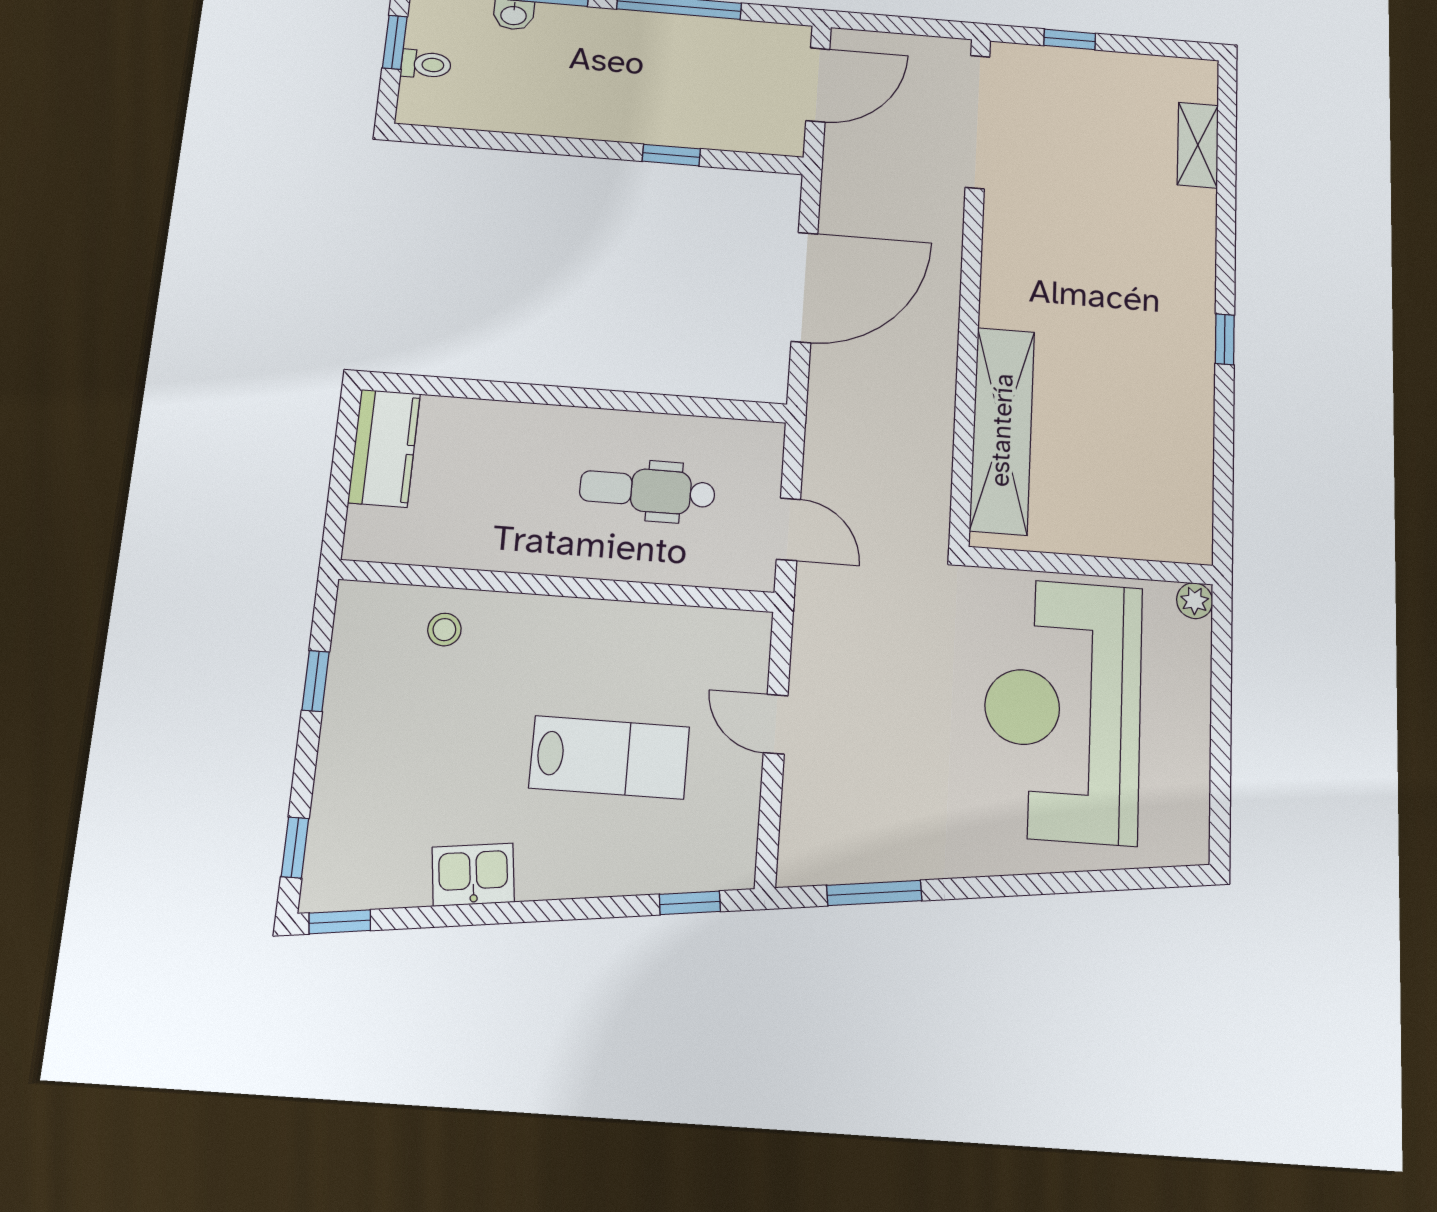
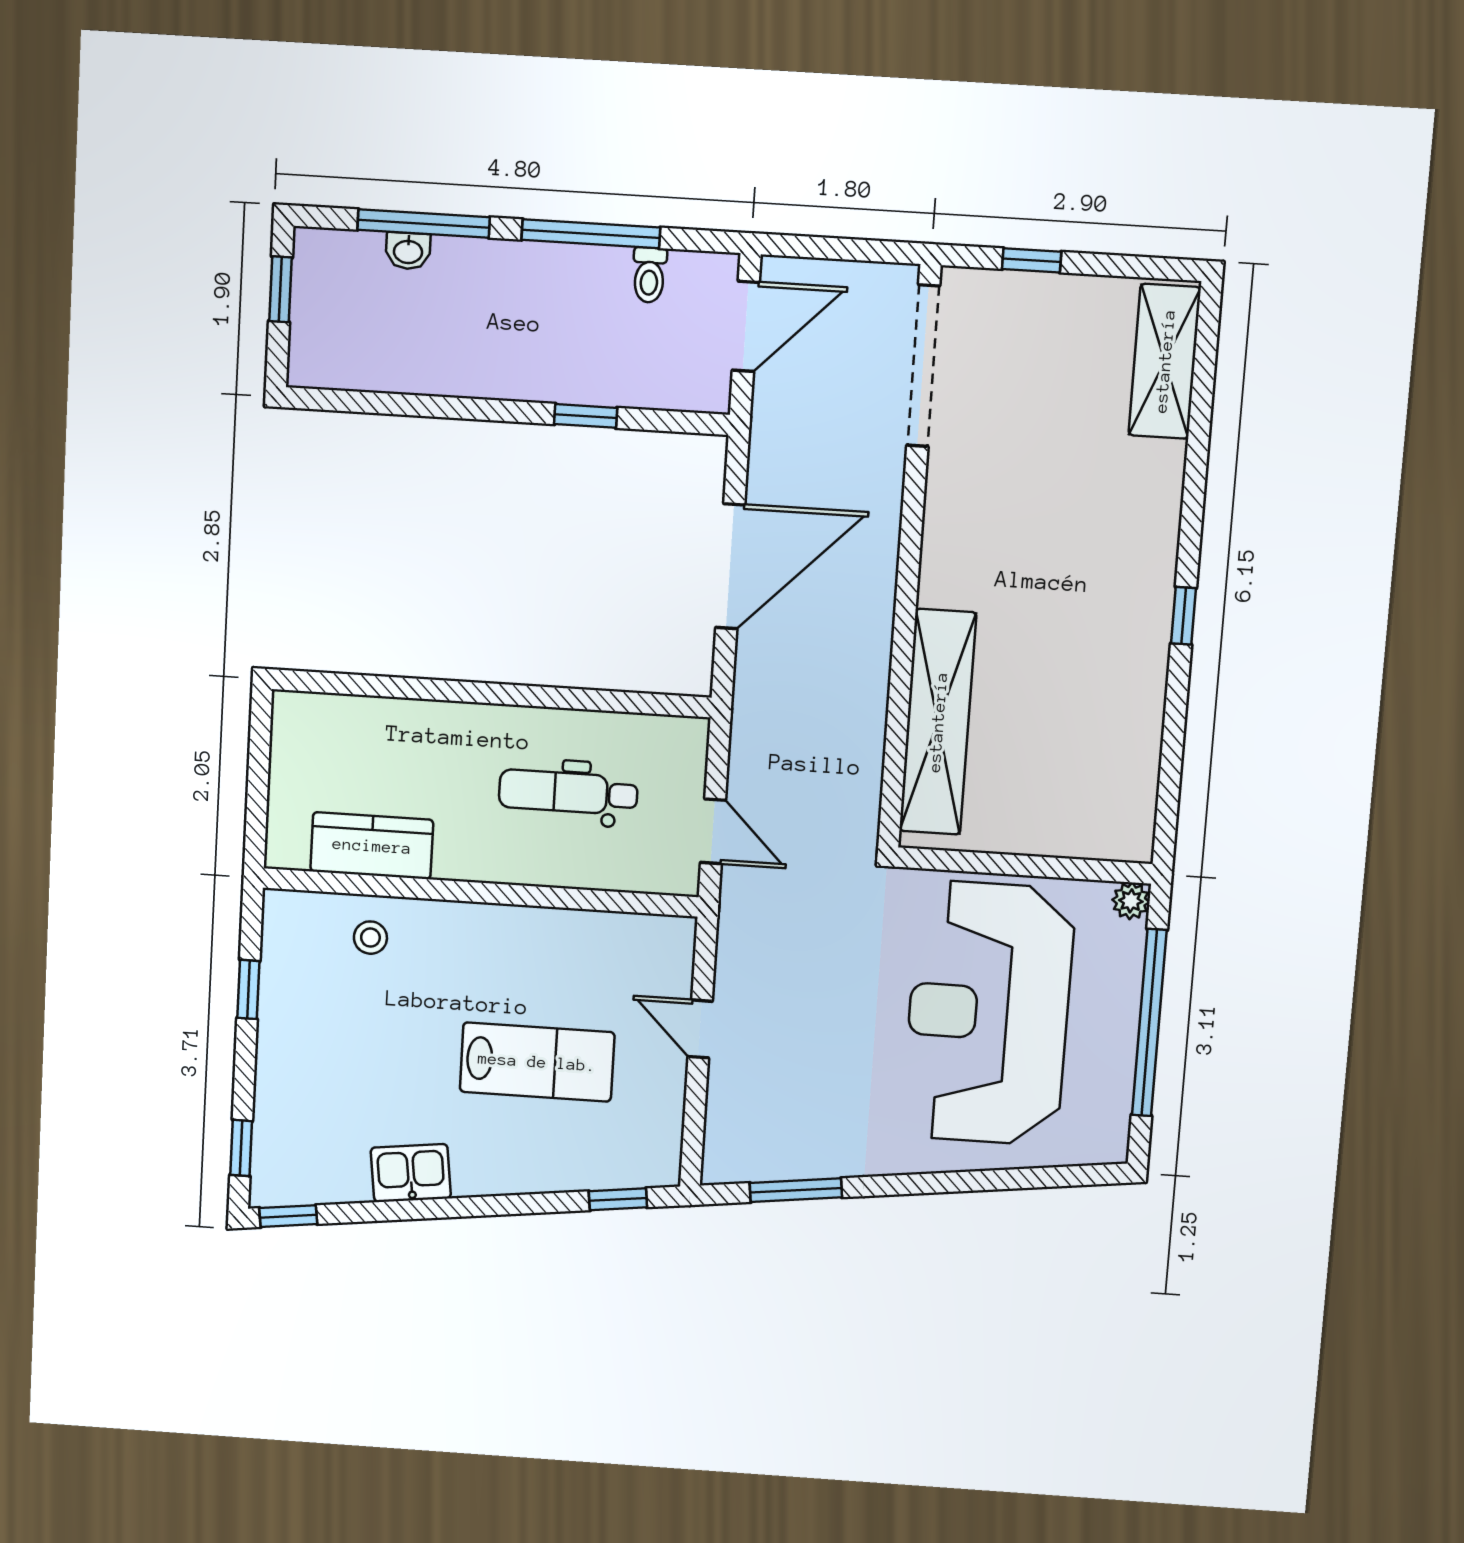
toilet: (426, 64) -> (649, 275), moved, turned 90
shelving: (1198, 145) -> (1165, 361), width x1.50, depth x1.33
kitchen counter: (384, 448) -> (372, 846), moved, turned -90
window: (1221, 720) -> (1149, 1023), added

